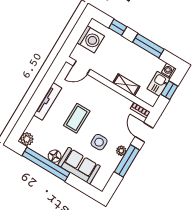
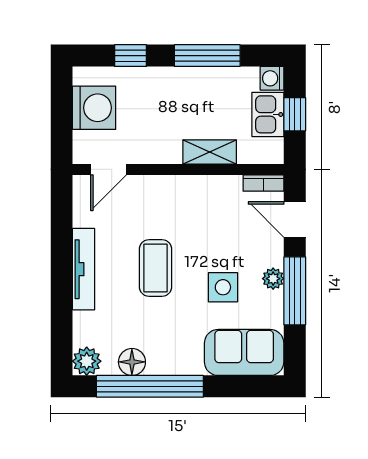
floor lamp: (55, 156) -> (132, 362), moved
sofa: (79, 166) -> (244, 352), moved

